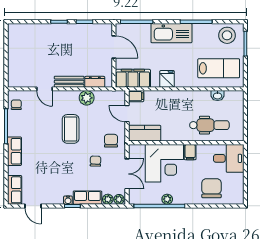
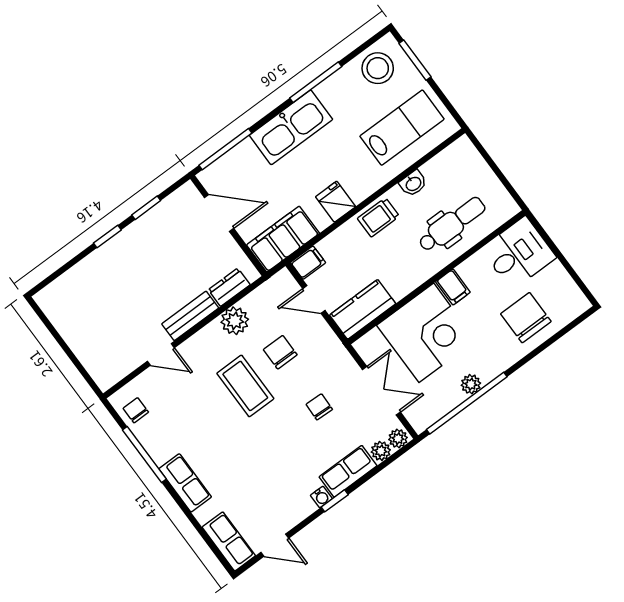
washbasin: (218, 96) -> (413, 183), moved
trolley: (180, 99) -> (378, 217), added
chair: (111, 141) -> (280, 352), moved

